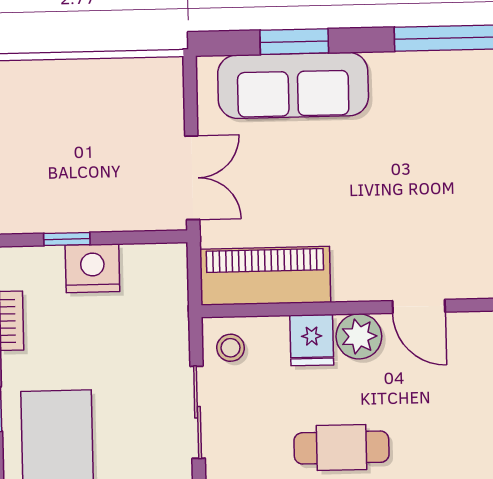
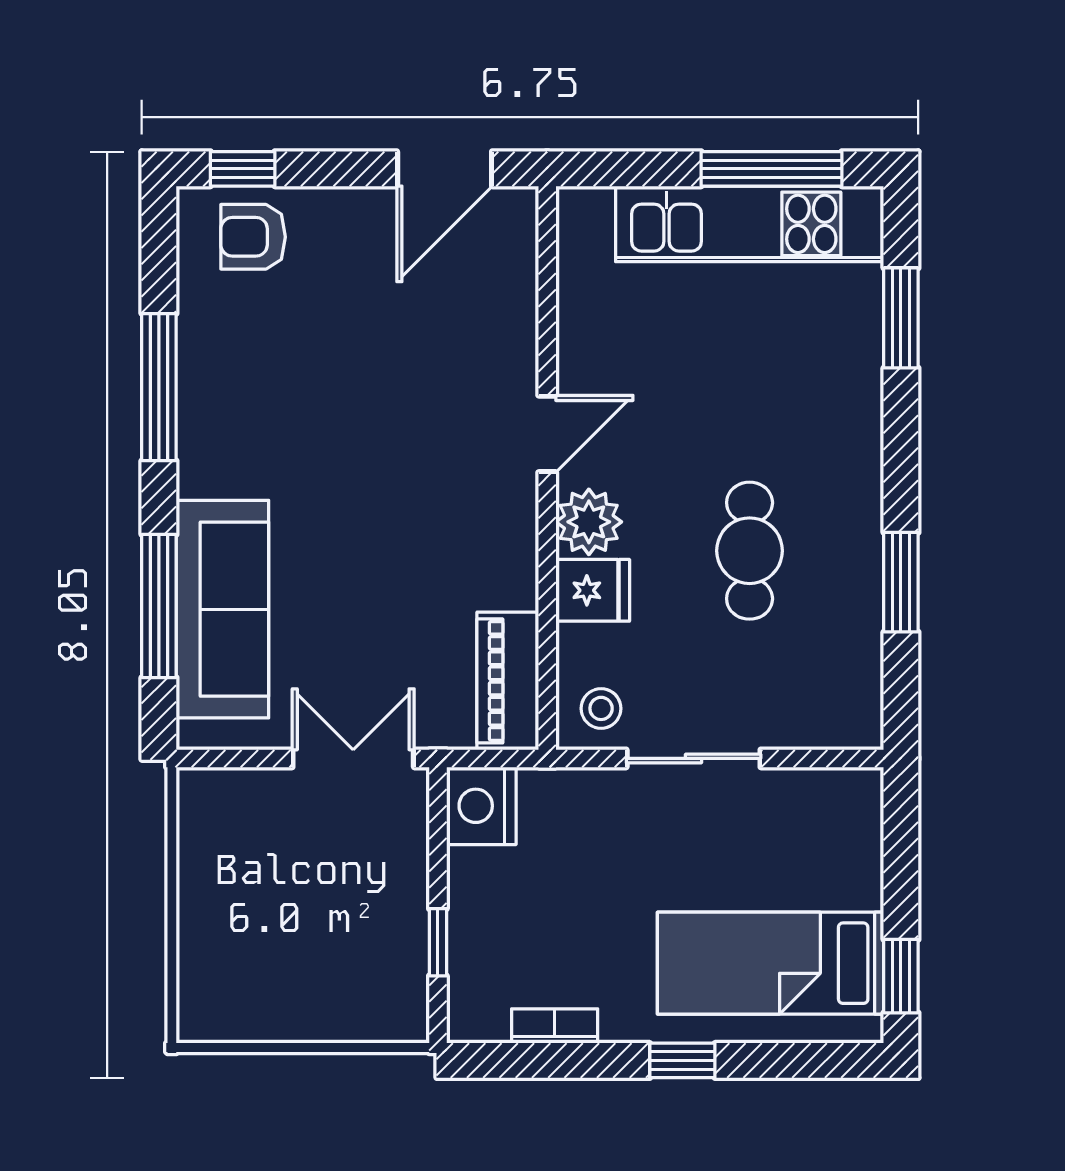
window: (294, 42) -> (159, 606), width x1.44
nightstand: (92, 268) -> (481, 806), moved
piano: (265, 276) -> (508, 681), width x0.73, depth x0.75

